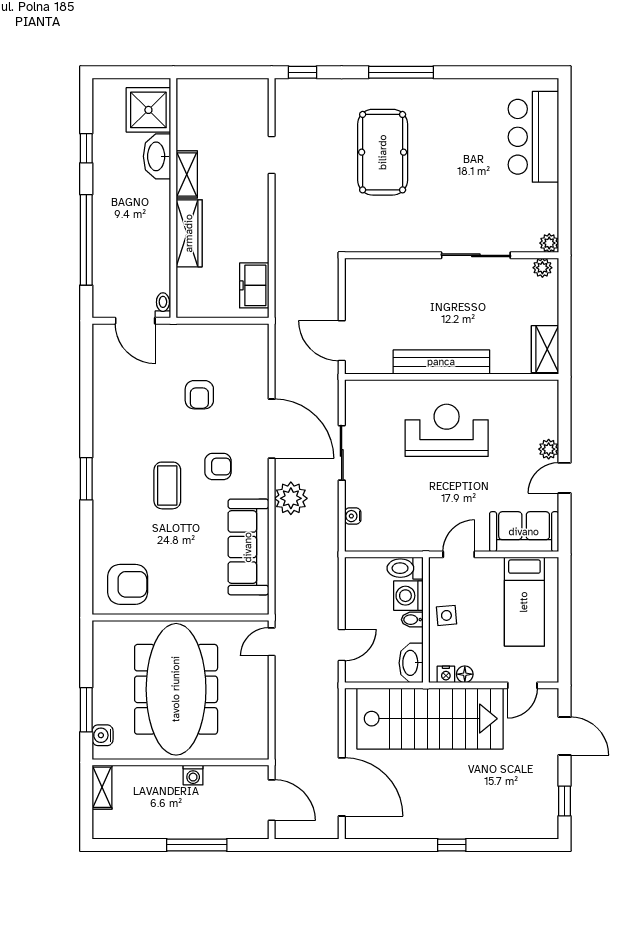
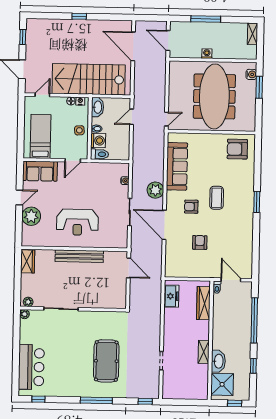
window: (122, 72) -> (235, 403), added
window: (518, 72) -> (38, 399), added
wardrobe: (189, 233) -> (204, 303), moved
plant: (549, 449) -> (31, 216), width x1.88, depth x1.88
shelving: (102, 787) -> (252, 34), moved

